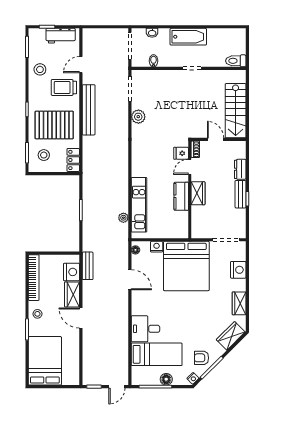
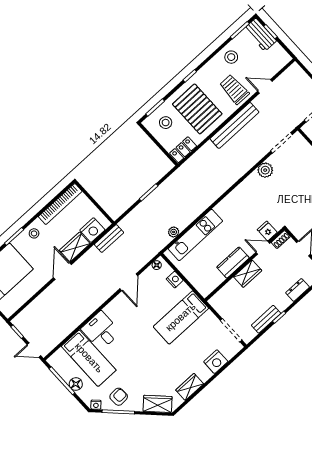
workbench: (61, 36) -> (260, 35), moved
bench: (241, 194) -> (266, 319), moved
bed: (186, 266) -> (181, 317), width x0.49
armchair: (202, 358) -> (119, 397), turned 86

